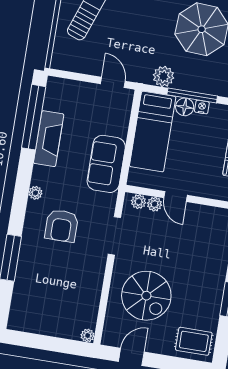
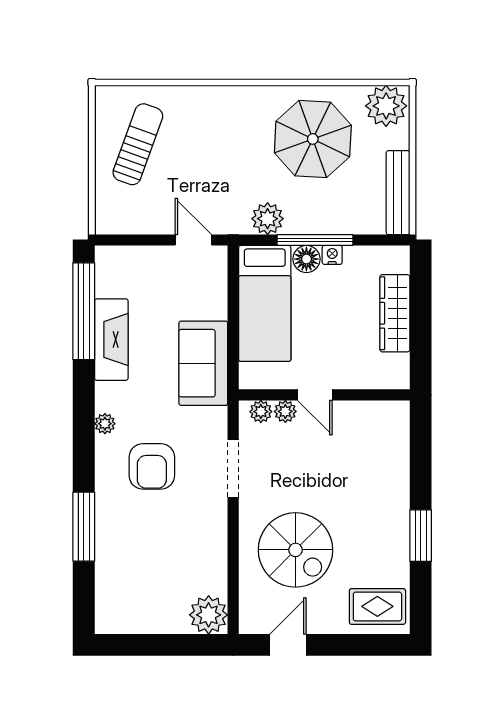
plant: (88, 336) -> (209, 615), width x1.88, depth x1.88

